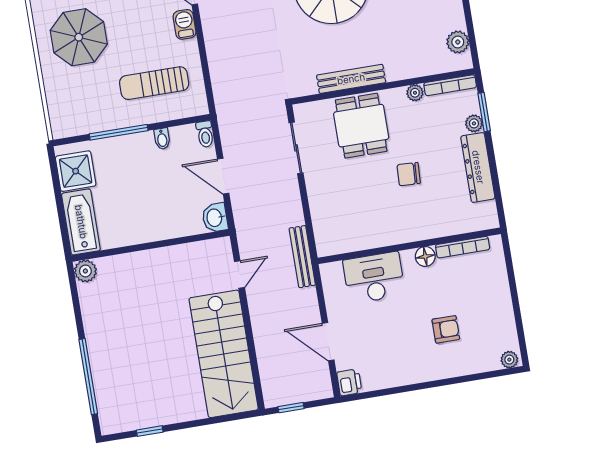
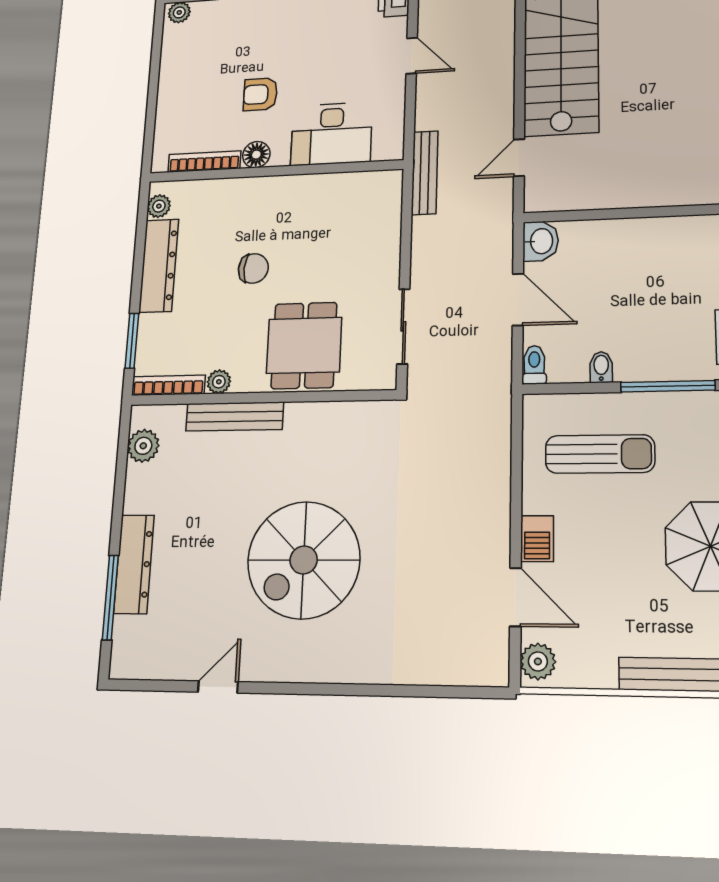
bench: (351, 79) -> (234, 417), moved
plant: (474, 123) -> (159, 206), moved
armchair: (446, 329) -> (260, 94), moved
door: (328, 342) -> (412, 56), width x0.73

